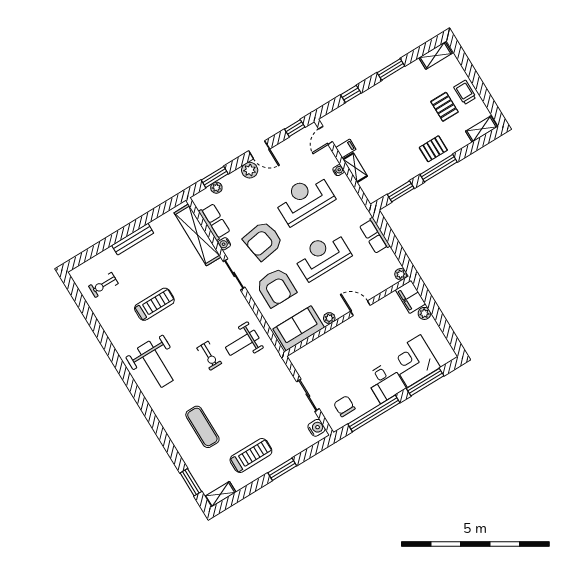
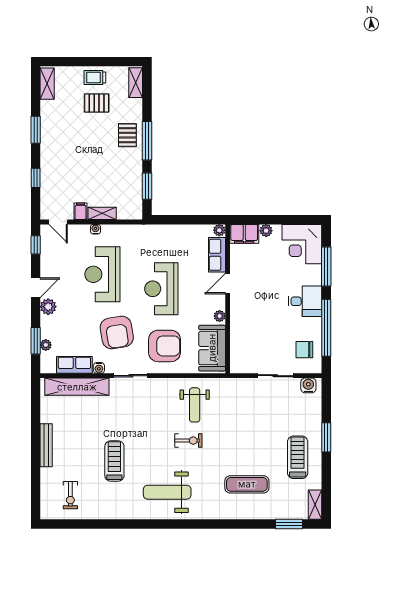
row of seats: (375, 236) -> (217, 255), moved, turned 90
corner desk: (414, 361) -> (302, 244), moved
weight bench: (155, 364) -> (167, 492), turned 180

